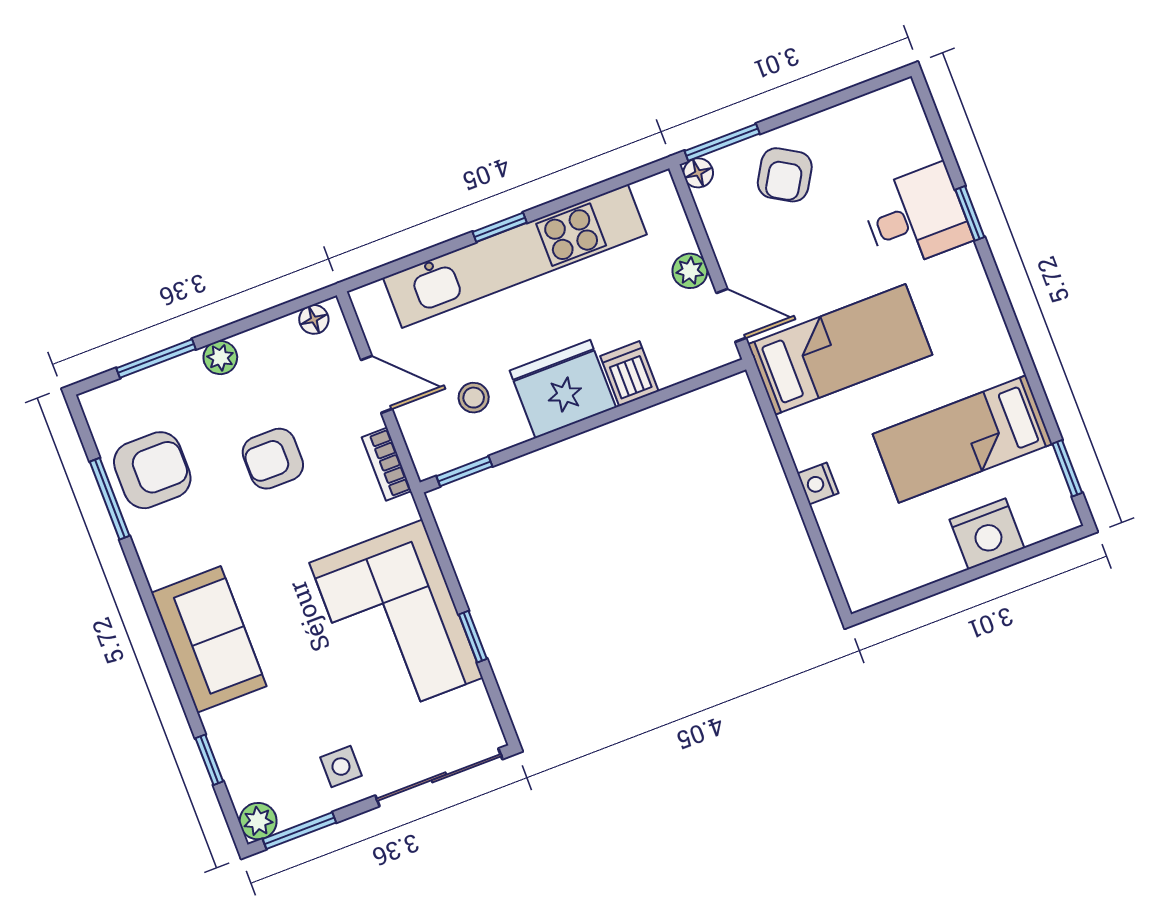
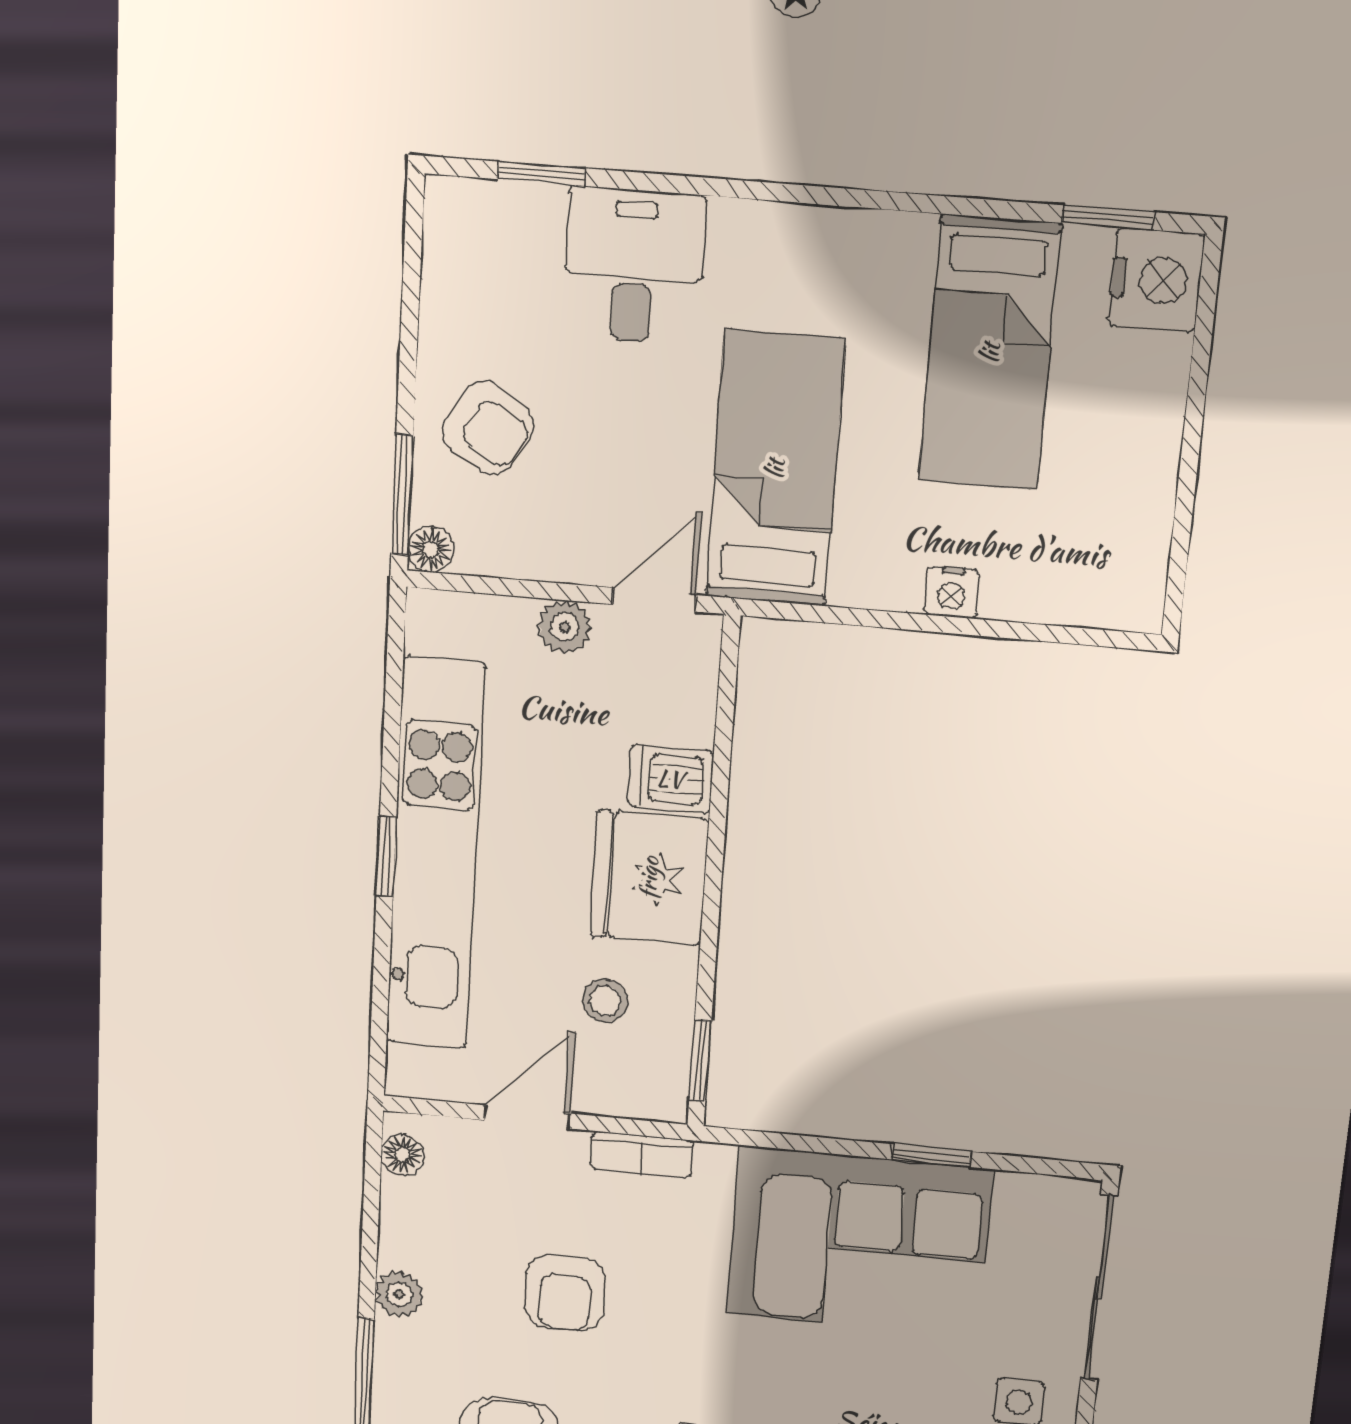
window: (970, 213) -> (541, 174), moved
nightstand: (987, 534) -> (1156, 280), moved

